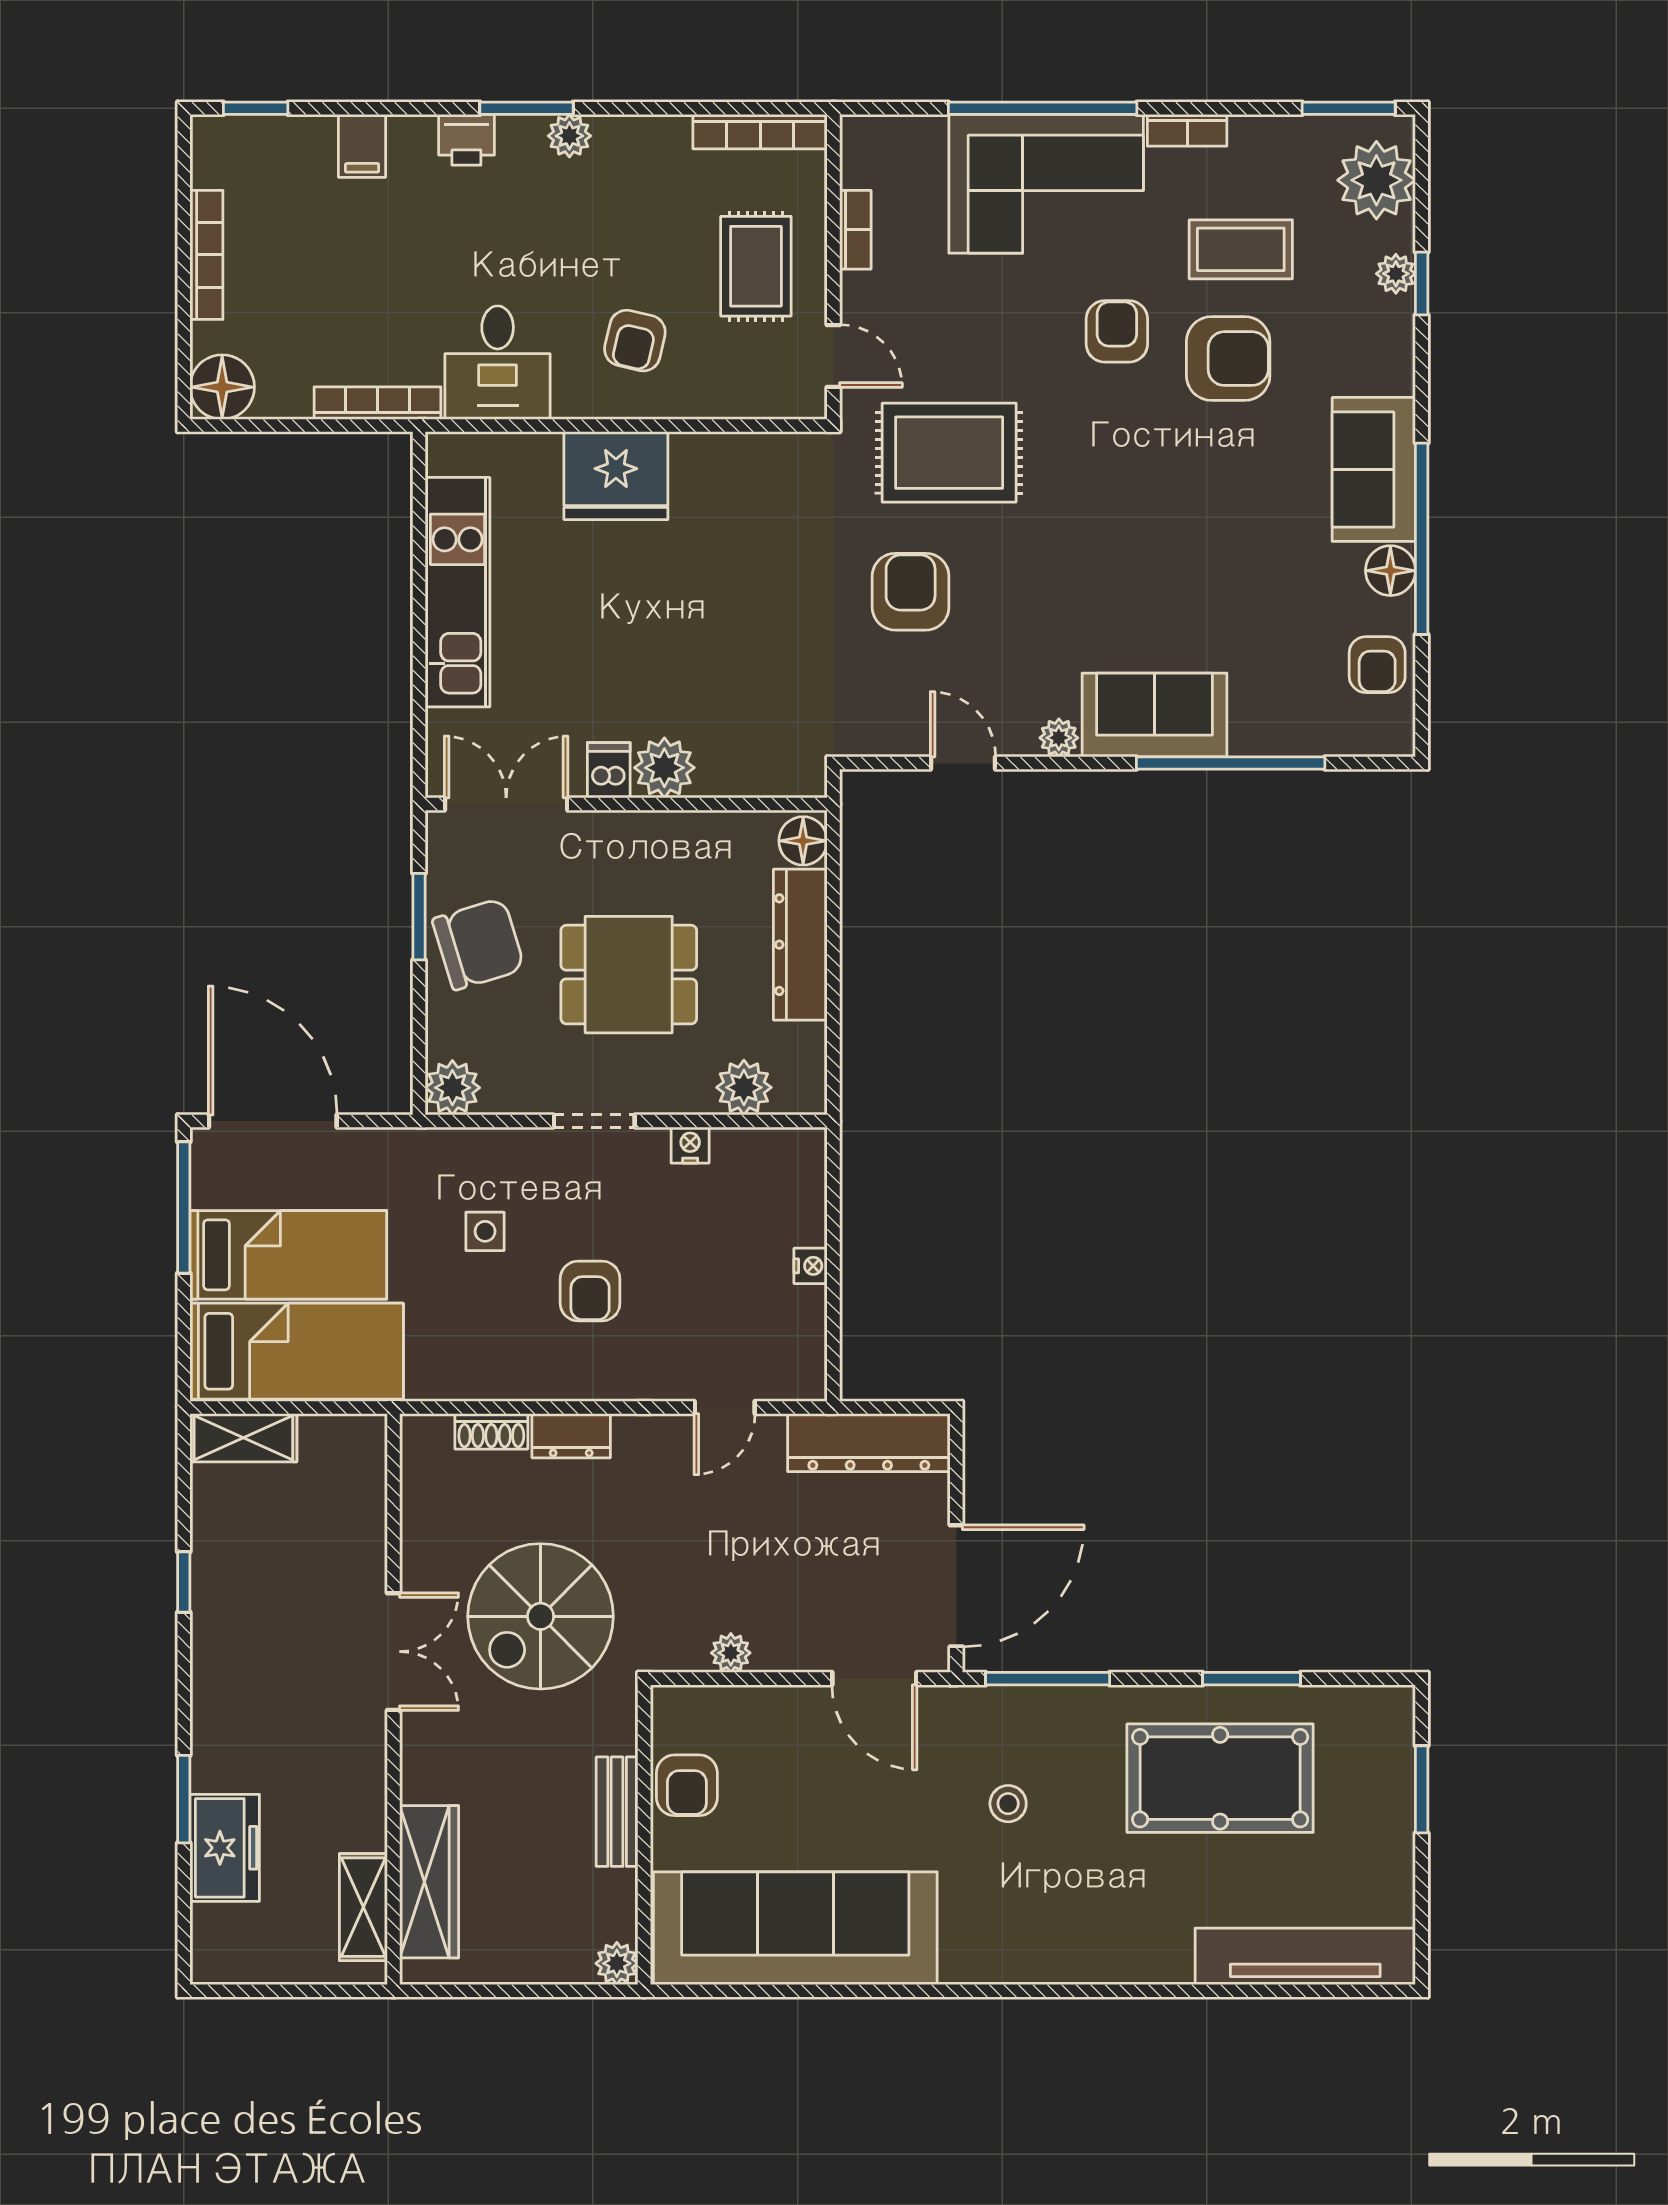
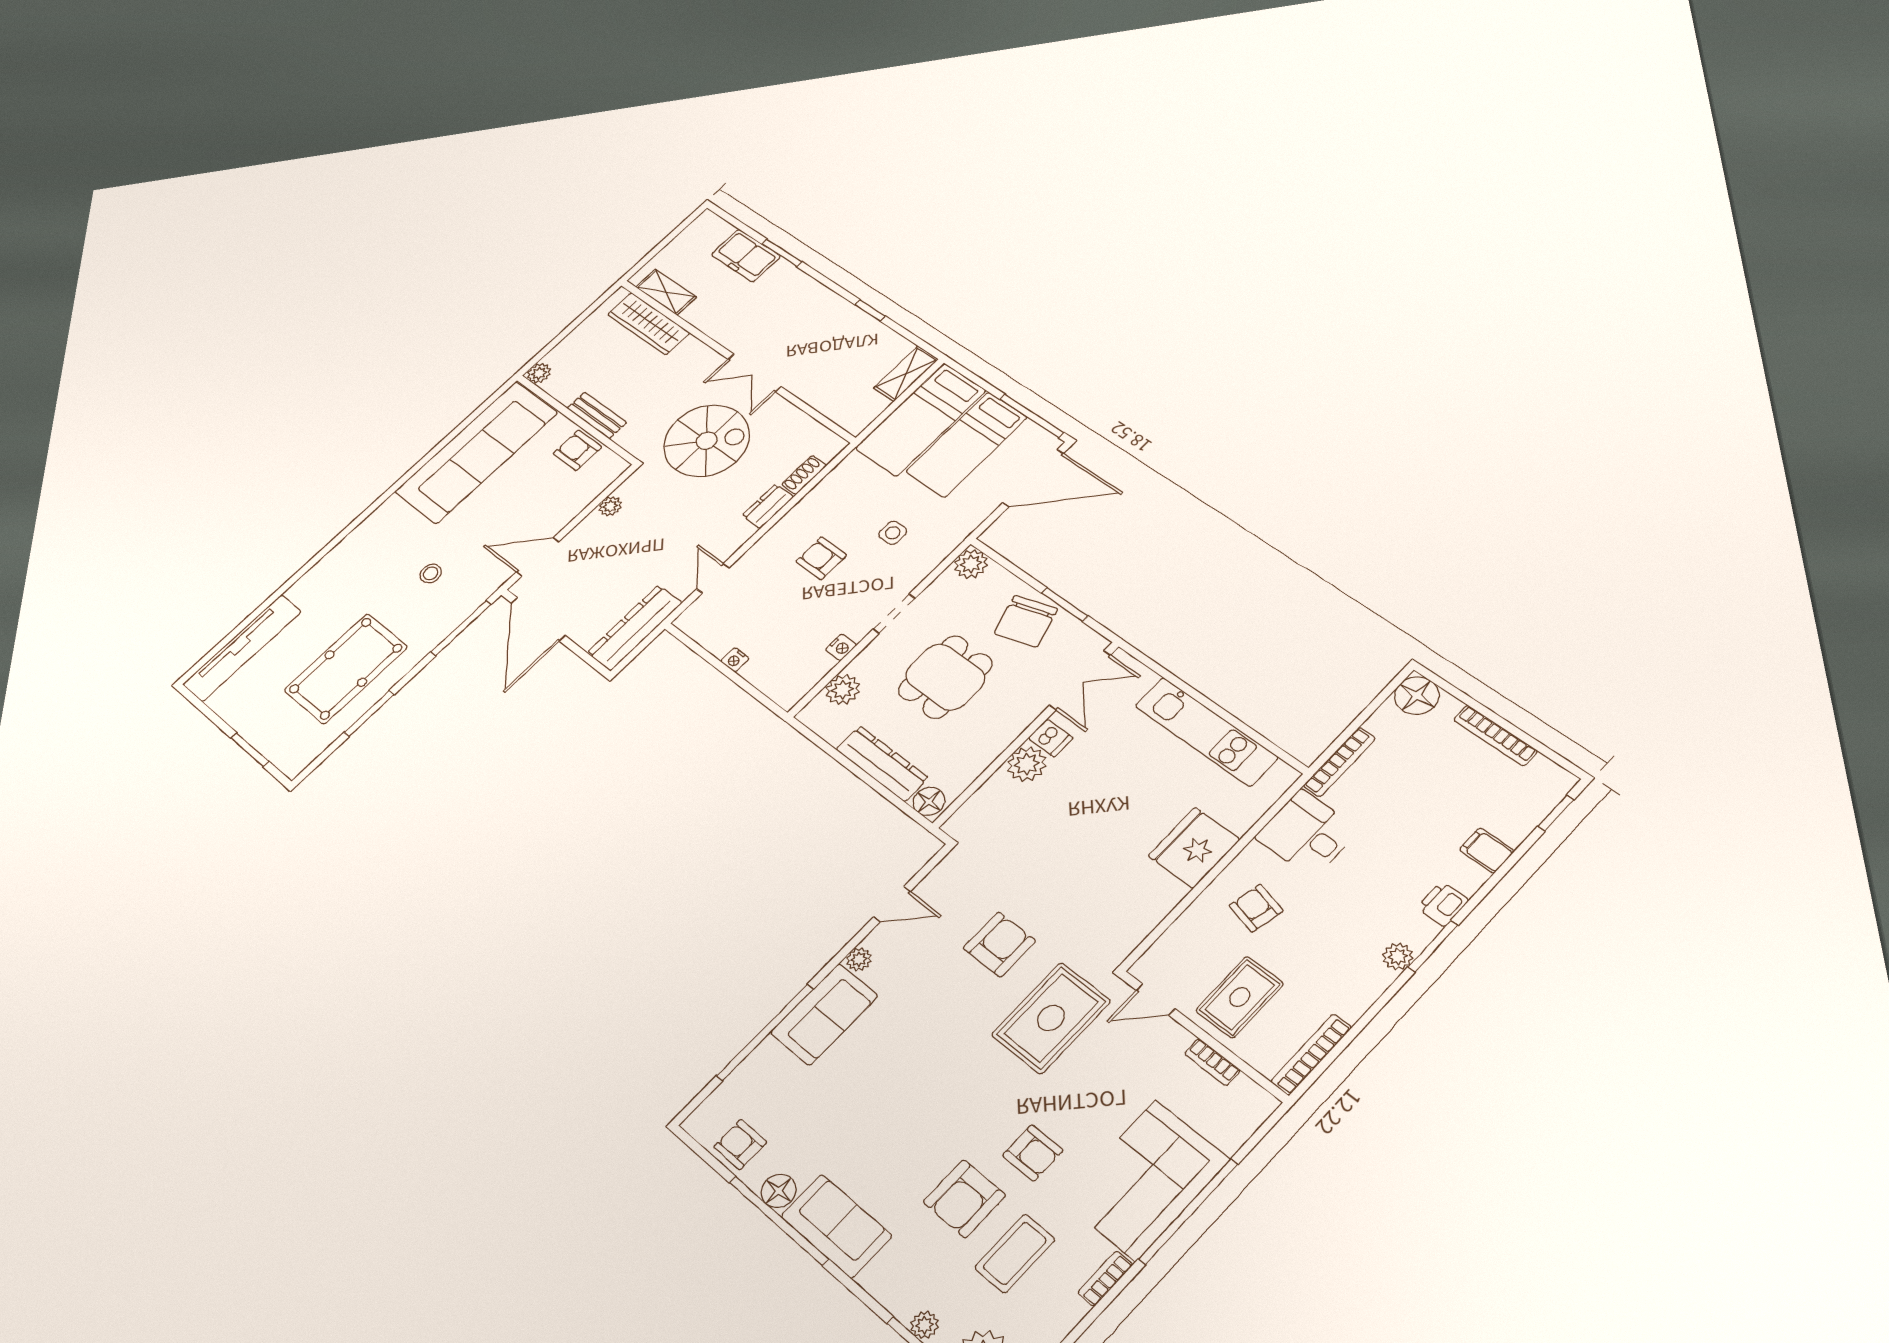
rug: (756, 266) -> (1240, 997), turned 90
armchair: (911, 592) -> (999, 944), turned -90
spiral stairs: (541, 1616) -> (707, 441), turned 90

